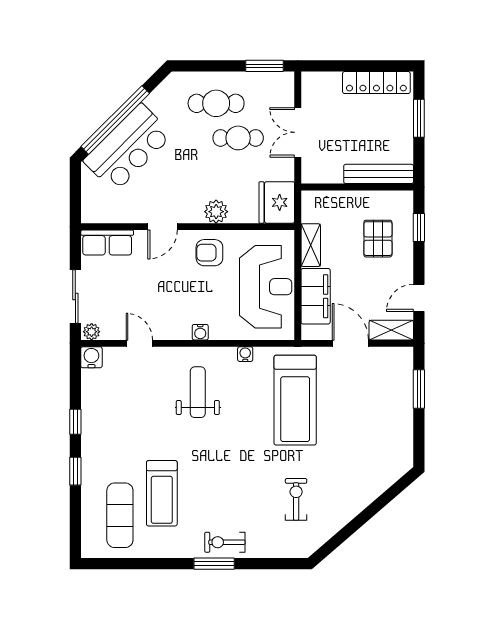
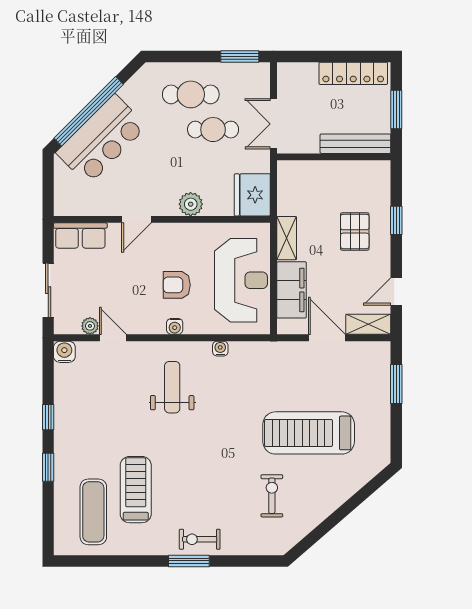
bench: (379, 174) -> (355, 144), moved
wall: (357, 187) -> (334, 157), moved
armchair: (209, 253) -> (177, 285), moved
plant: (92, 332) -> (90, 326), moved
treadmill: (295, 400) -> (309, 433), moved, turned 90
treadmill: (162, 493) -> (136, 490), turned 180

